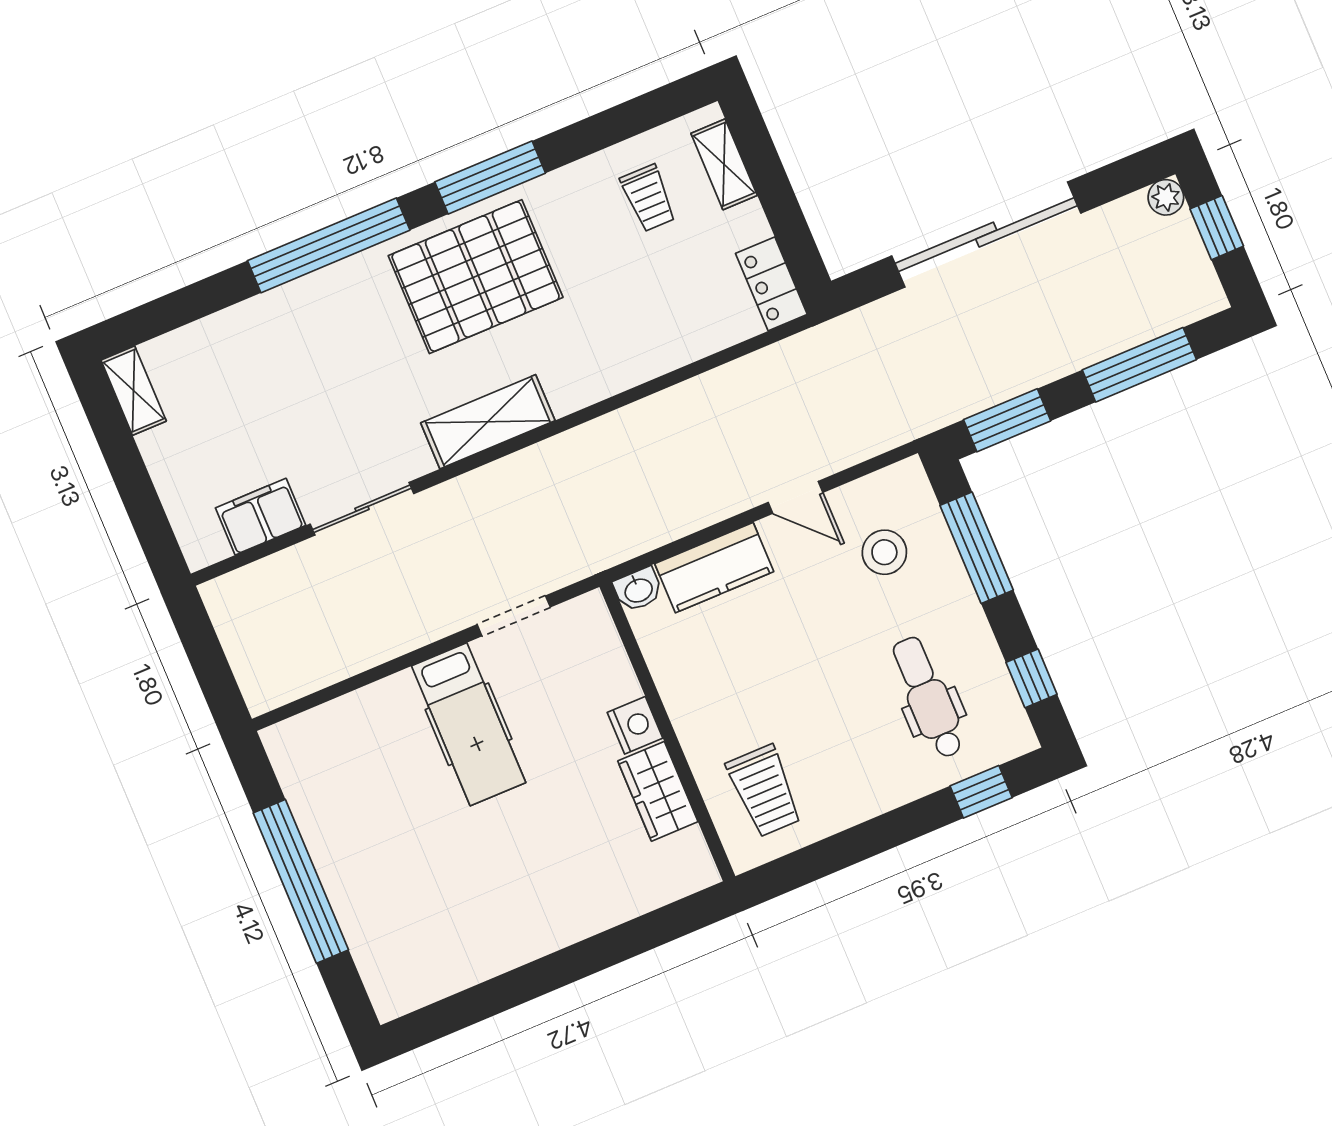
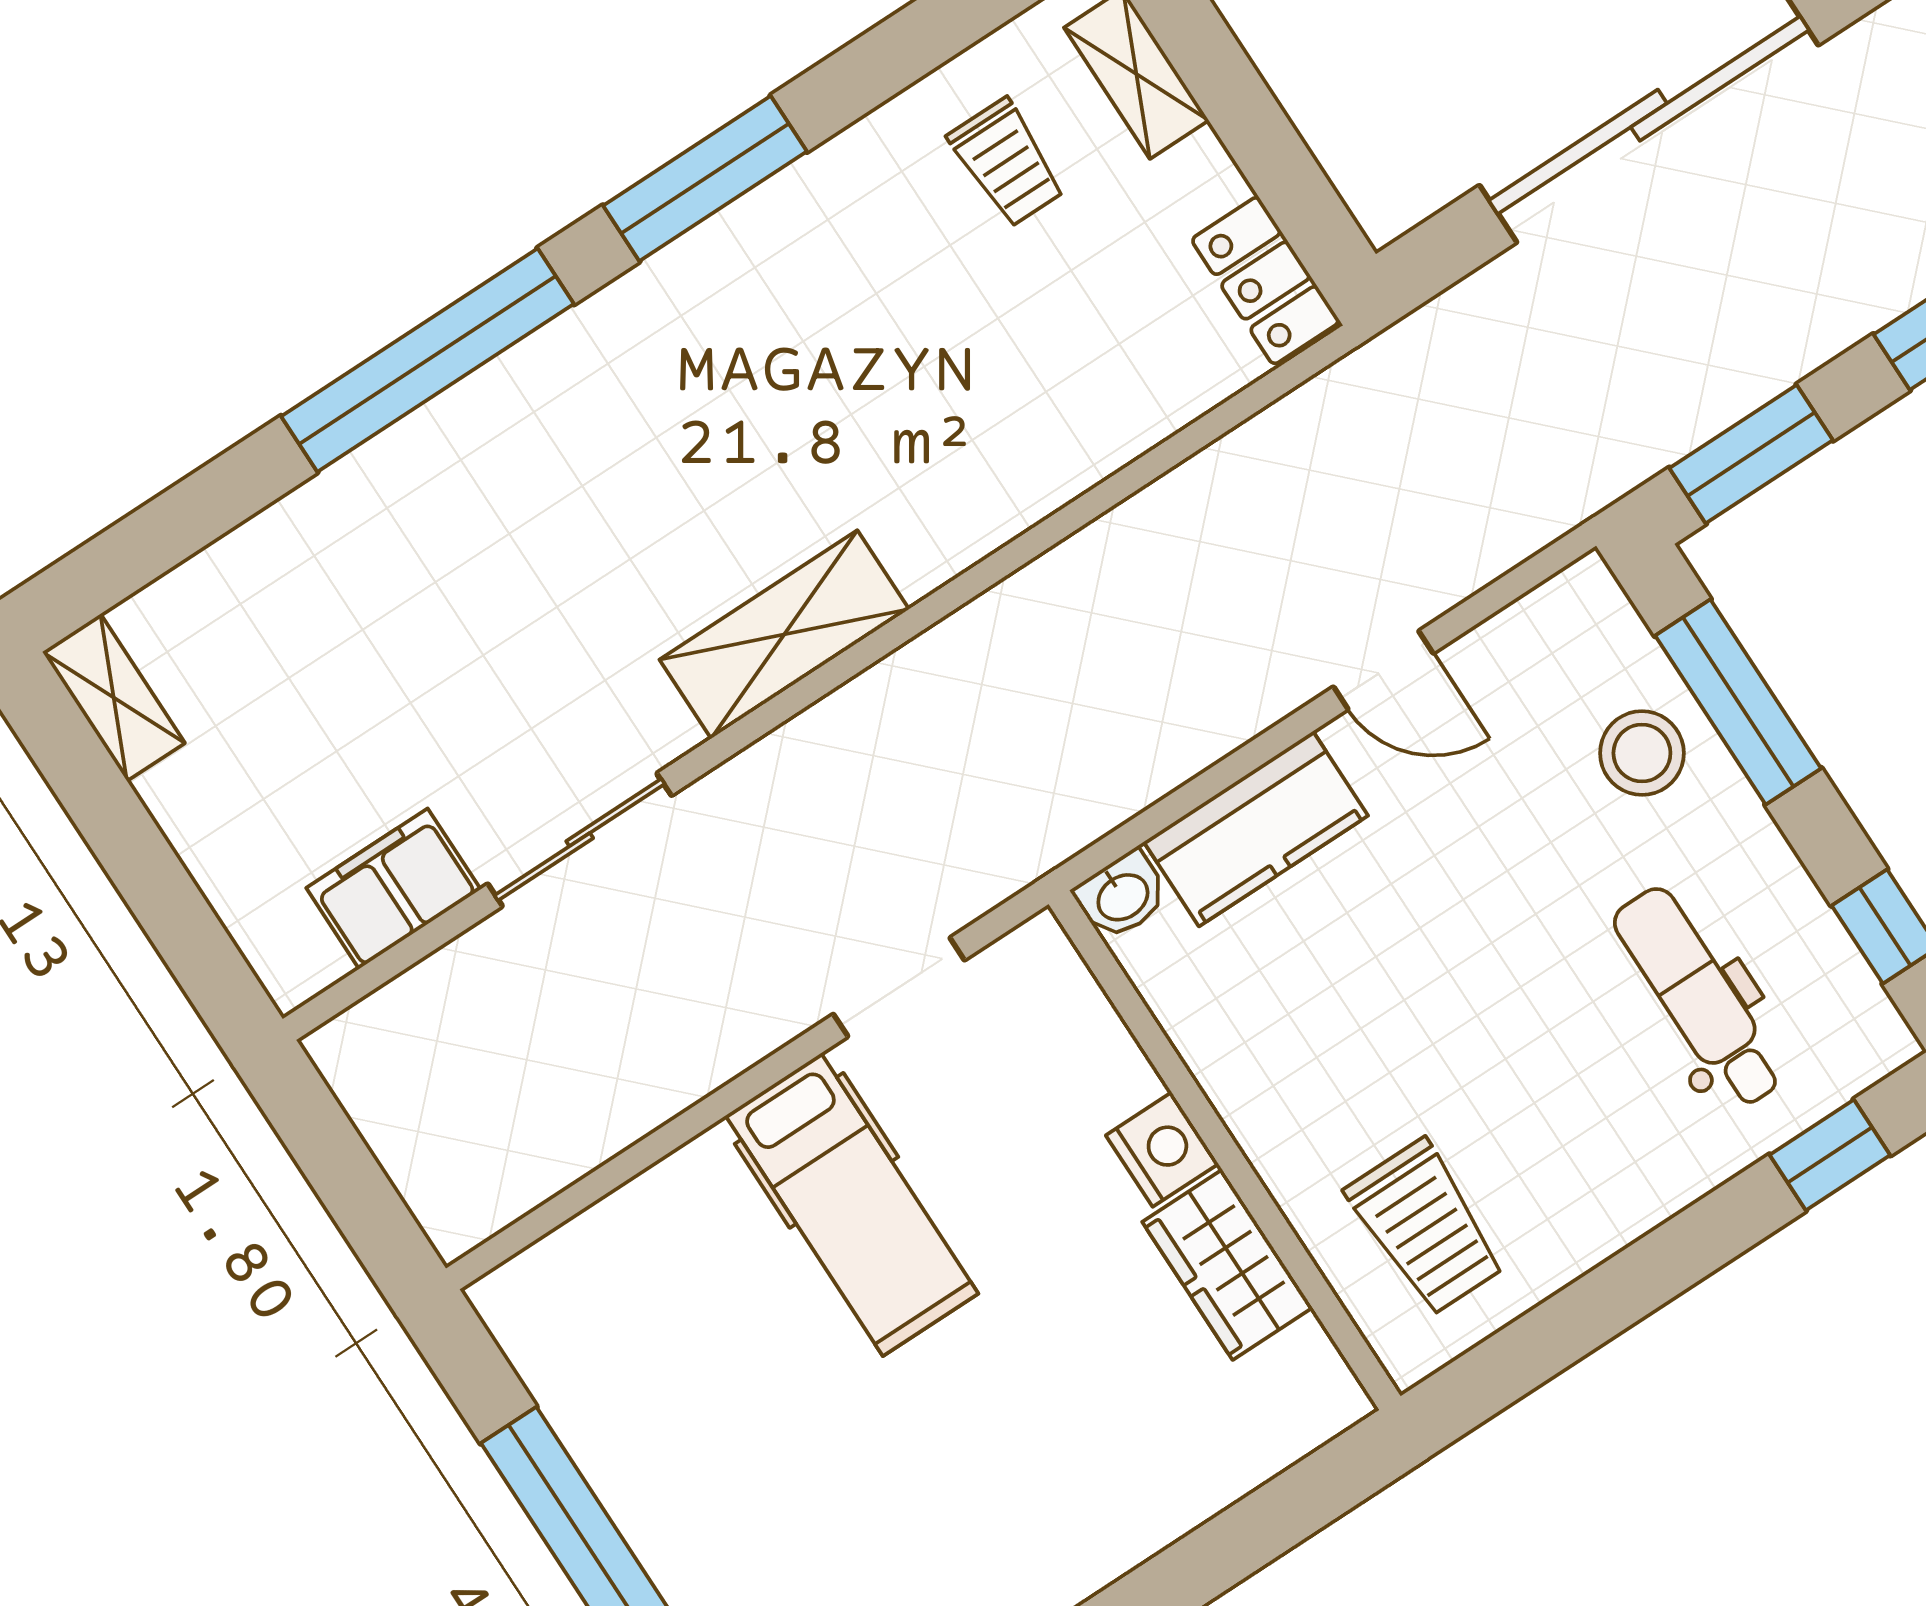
pallet: (476, 277) -> (712, 368), removed
stool: (884, 552) -> (1642, 753), moved

